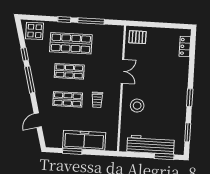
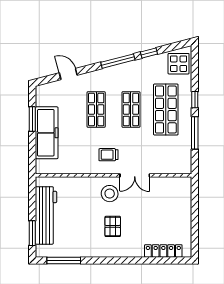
pallet: (137, 37) -> (113, 226), moved
locker: (185, 46) -> (163, 251), width x1.53
window: (190, 98) -> (107, 260), removed
trolley: (97, 100) -> (108, 155), moved
stool: (137, 106) -> (110, 194), moved
window: (188, 132) -> (64, 260), width x1.44

